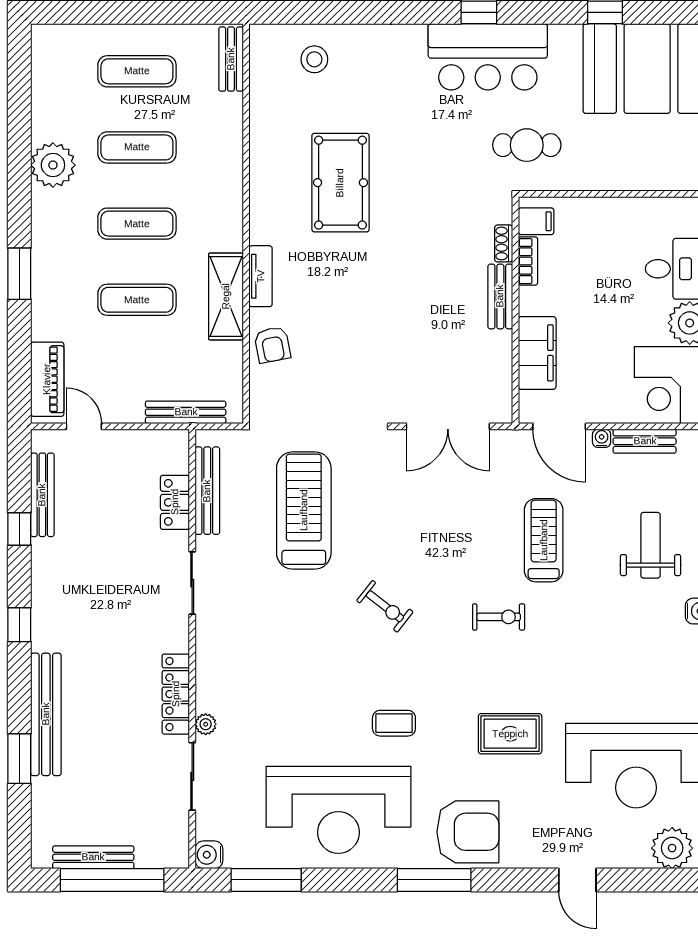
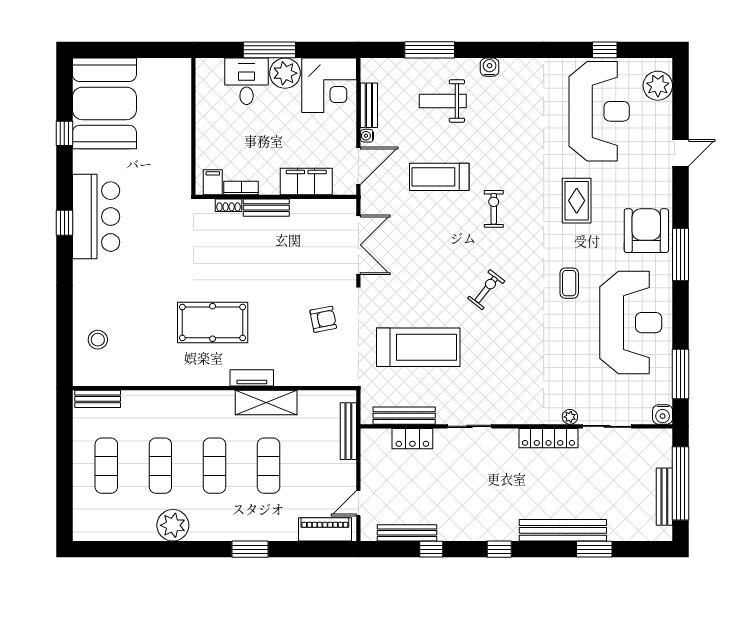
cafe table: (527, 145) -> (159, 189), removed
pool table: (340, 183) -> (213, 322), moved
armchair: (272, 345) -> (323, 319), moved
treadmill: (304, 510) -> (418, 347), turned 180

